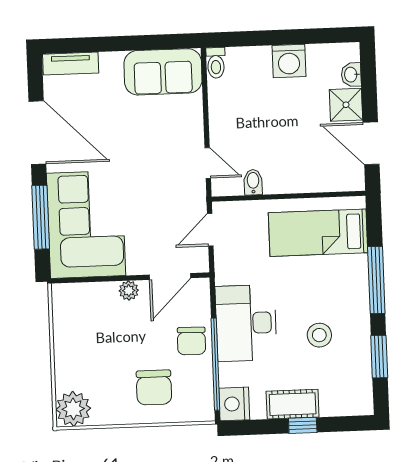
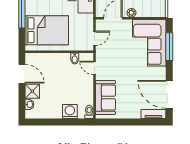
washing machine: (289, 61) -> (70, 112), moved
sofa: (163, 72) -> (105, 97), moved, turned 90
door: (37, 133) -> (169, 94), moved
bed: (318, 233) -> (47, 30), width x1.50

